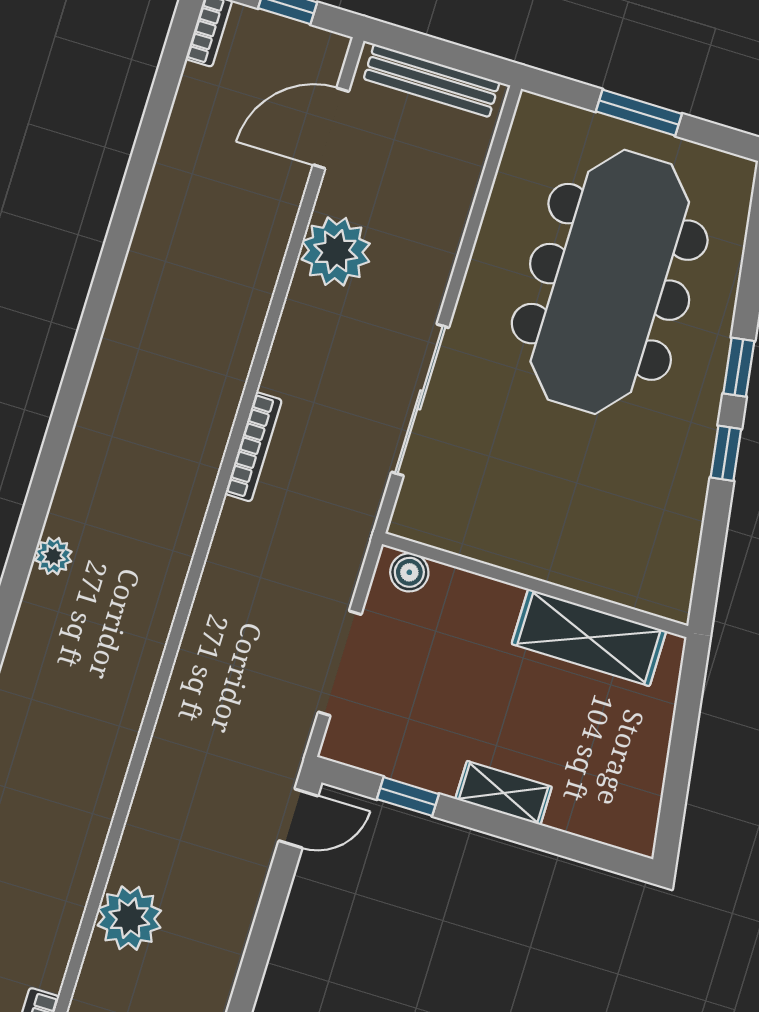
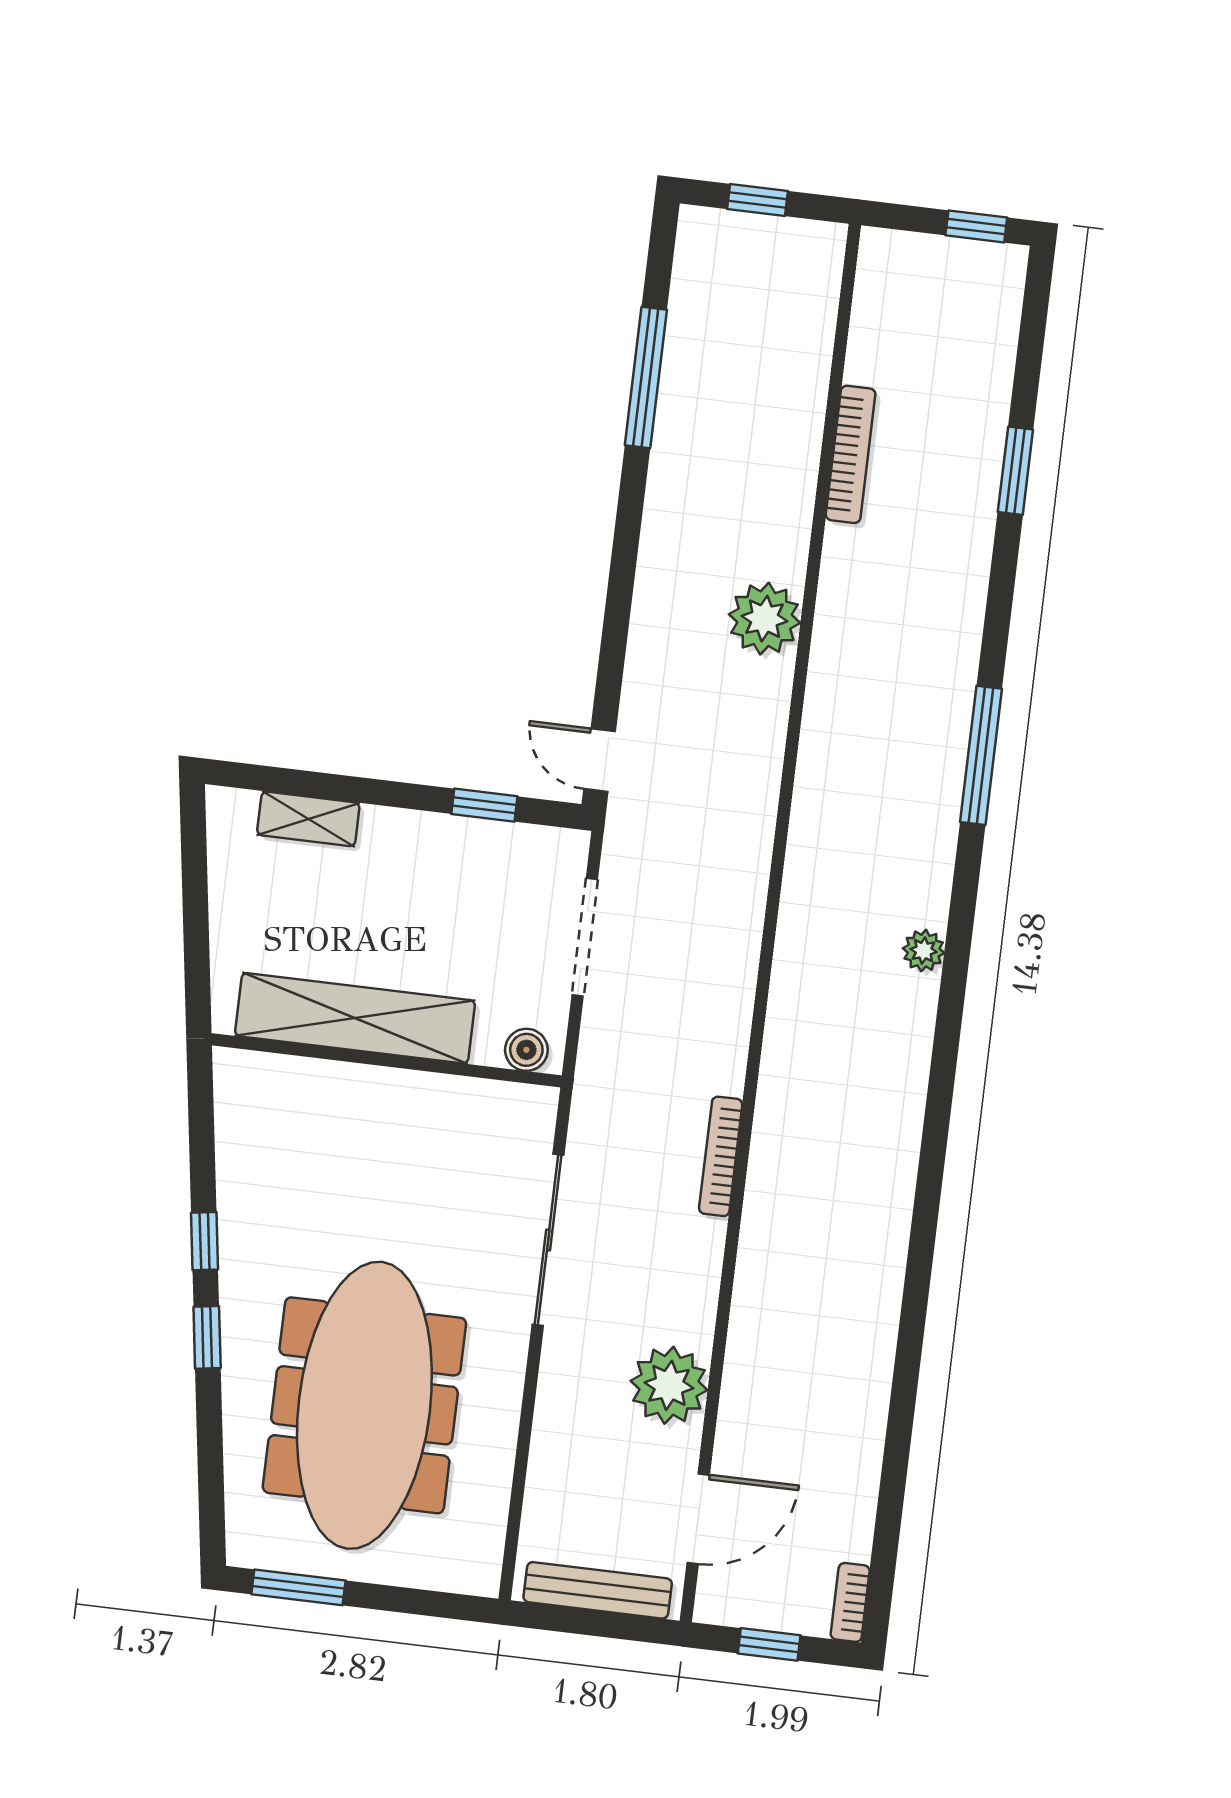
window: (639, 113) -> (298, 1587), moved
plant: (53, 556) -> (924, 951), moved
shelving: (589, 637) -> (355, 1018), width x1.47
shelving: (504, 793) -> (308, 819), moved
door: (298, 818) -> (600, 760), hinge flipped

